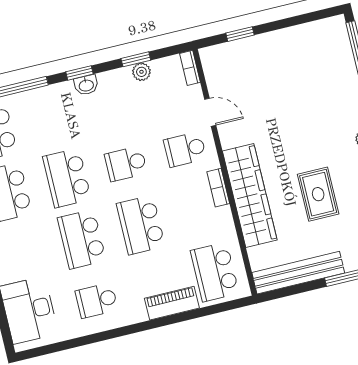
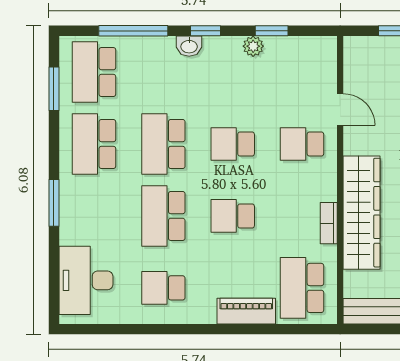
bookcase: (190, 68) -> (329, 55), removed
plant: (141, 72) -> (253, 46), moved
washbasin: (86, 85) -> (189, 46), moved
bookcase: (218, 188) -> (329, 223), moved
school desk: (141, 225) -> (233, 216), width x0.54

